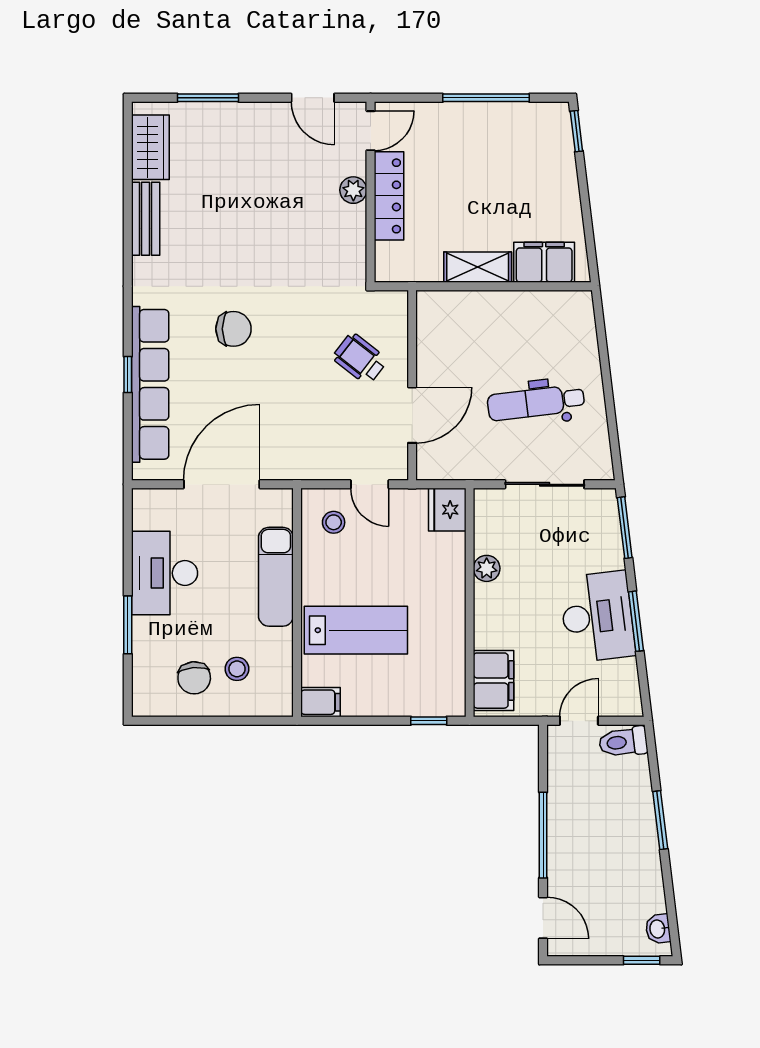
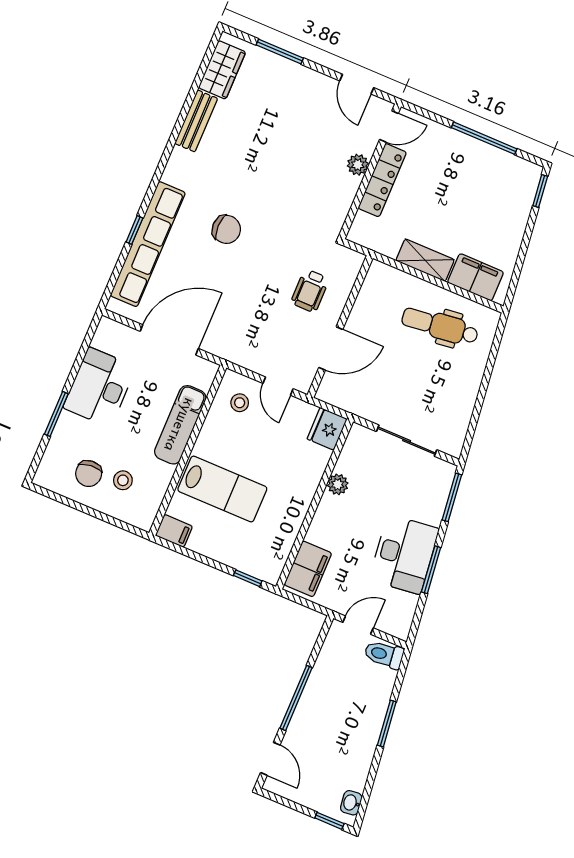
wheelchair: (360, 359) -> (310, 291), turned -128
dental chair: (536, 403) -> (440, 326), moved

